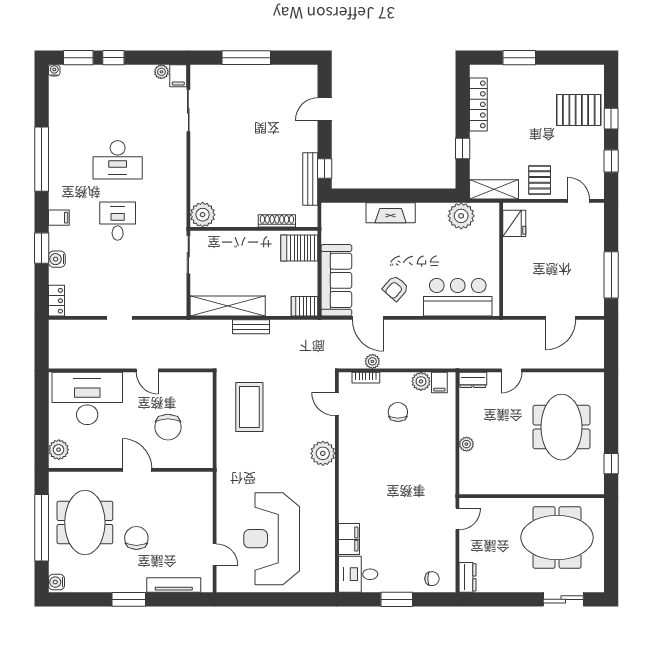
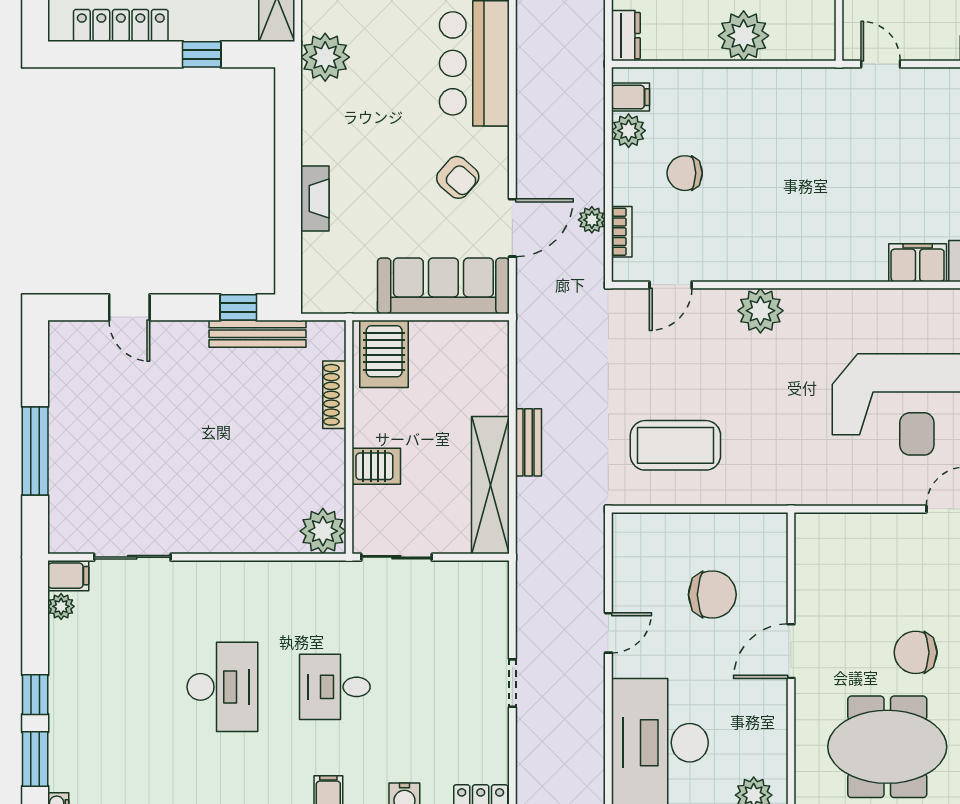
fireplace: (391, 213) -> (315, 198), width x0.73, depth x0.76
server rack: (304, 306) -> (376, 466), moved, turned -90
plant: (466, 444) -> (744, 36), width x1.88, depth x1.88

